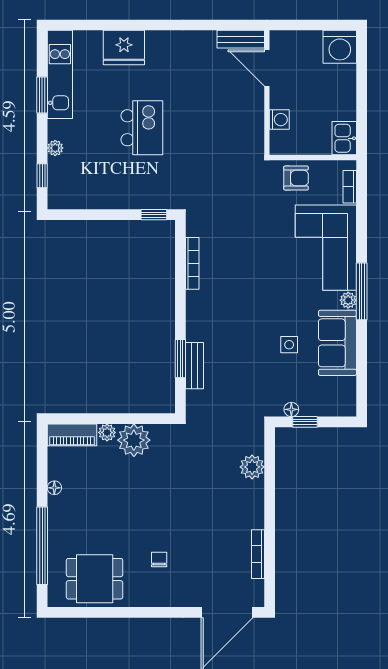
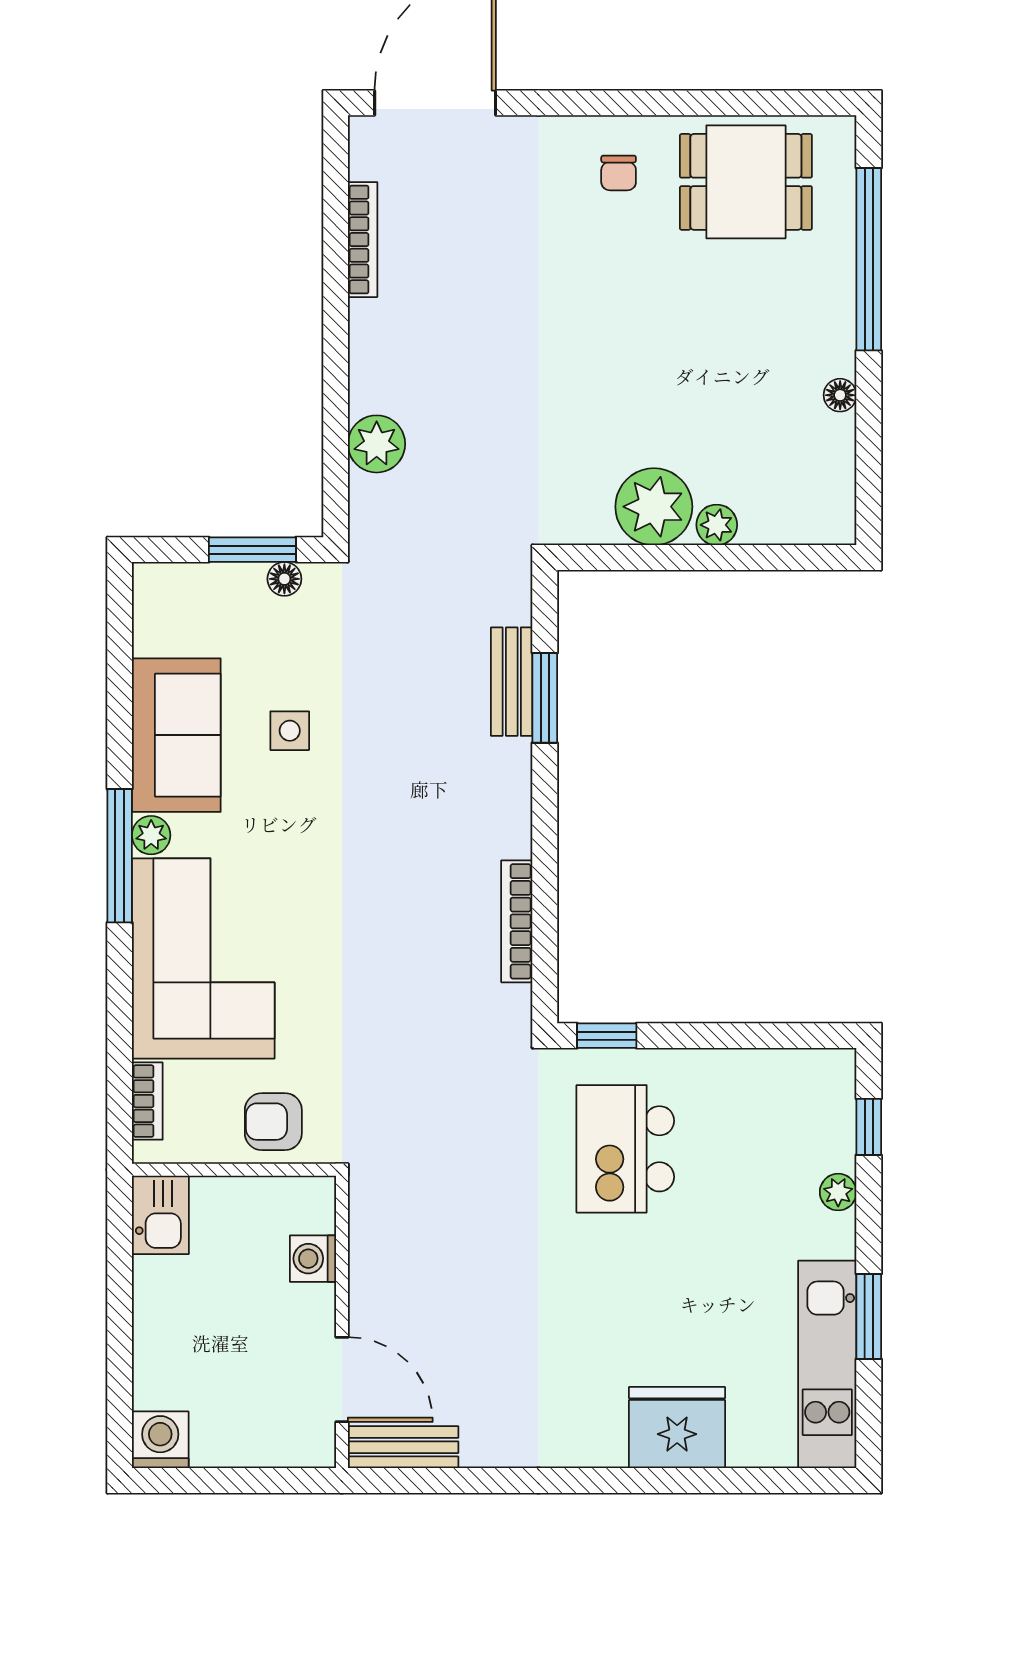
washing machine: (340, 47) -> (160, 1440), width x0.73, depth x0.73
kitchen island: (142, 128) -> (625, 1149), moved
window: (305, 422) -> (252, 550), width x1.50
piano: (72, 435) -> (799, 519), removed
chair: (159, 559) -> (619, 173), moved

